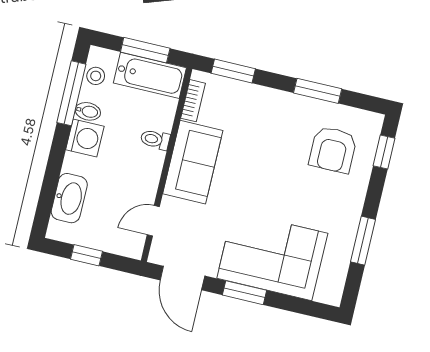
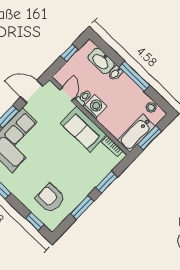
window: (233, 71) -> (107, 182), moved
window: (71, 93) -> (134, 76), moved
bidet: (88, 111) -> (115, 73), moved
washing machine: (85, 138) -> (95, 107), moved, turned 180
toilet: (155, 140) -> (84, 97), moved

